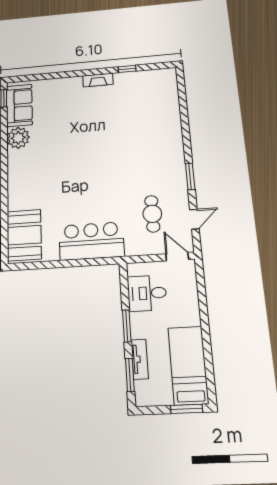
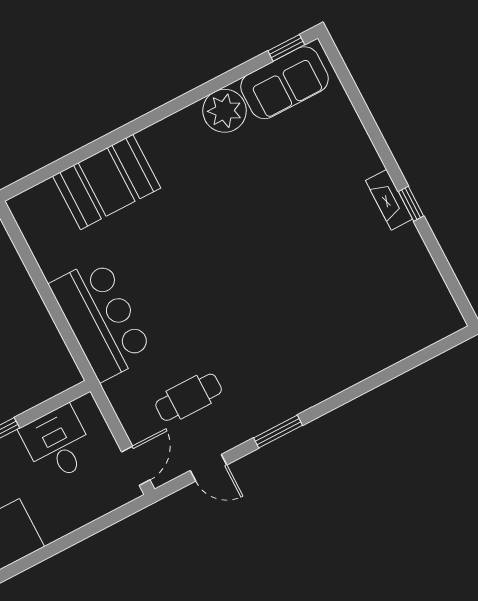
window: (127, 69) -> (411, 204), moved
booth: (24, 235) -> (107, 182), moved

